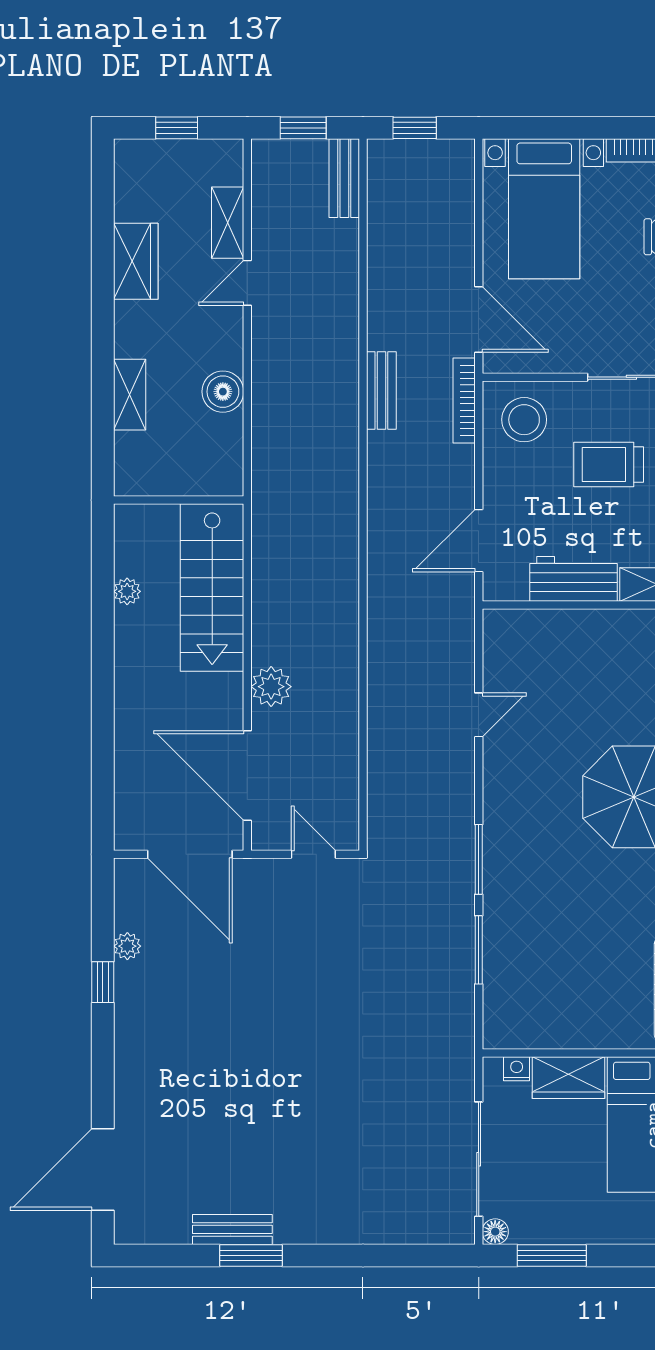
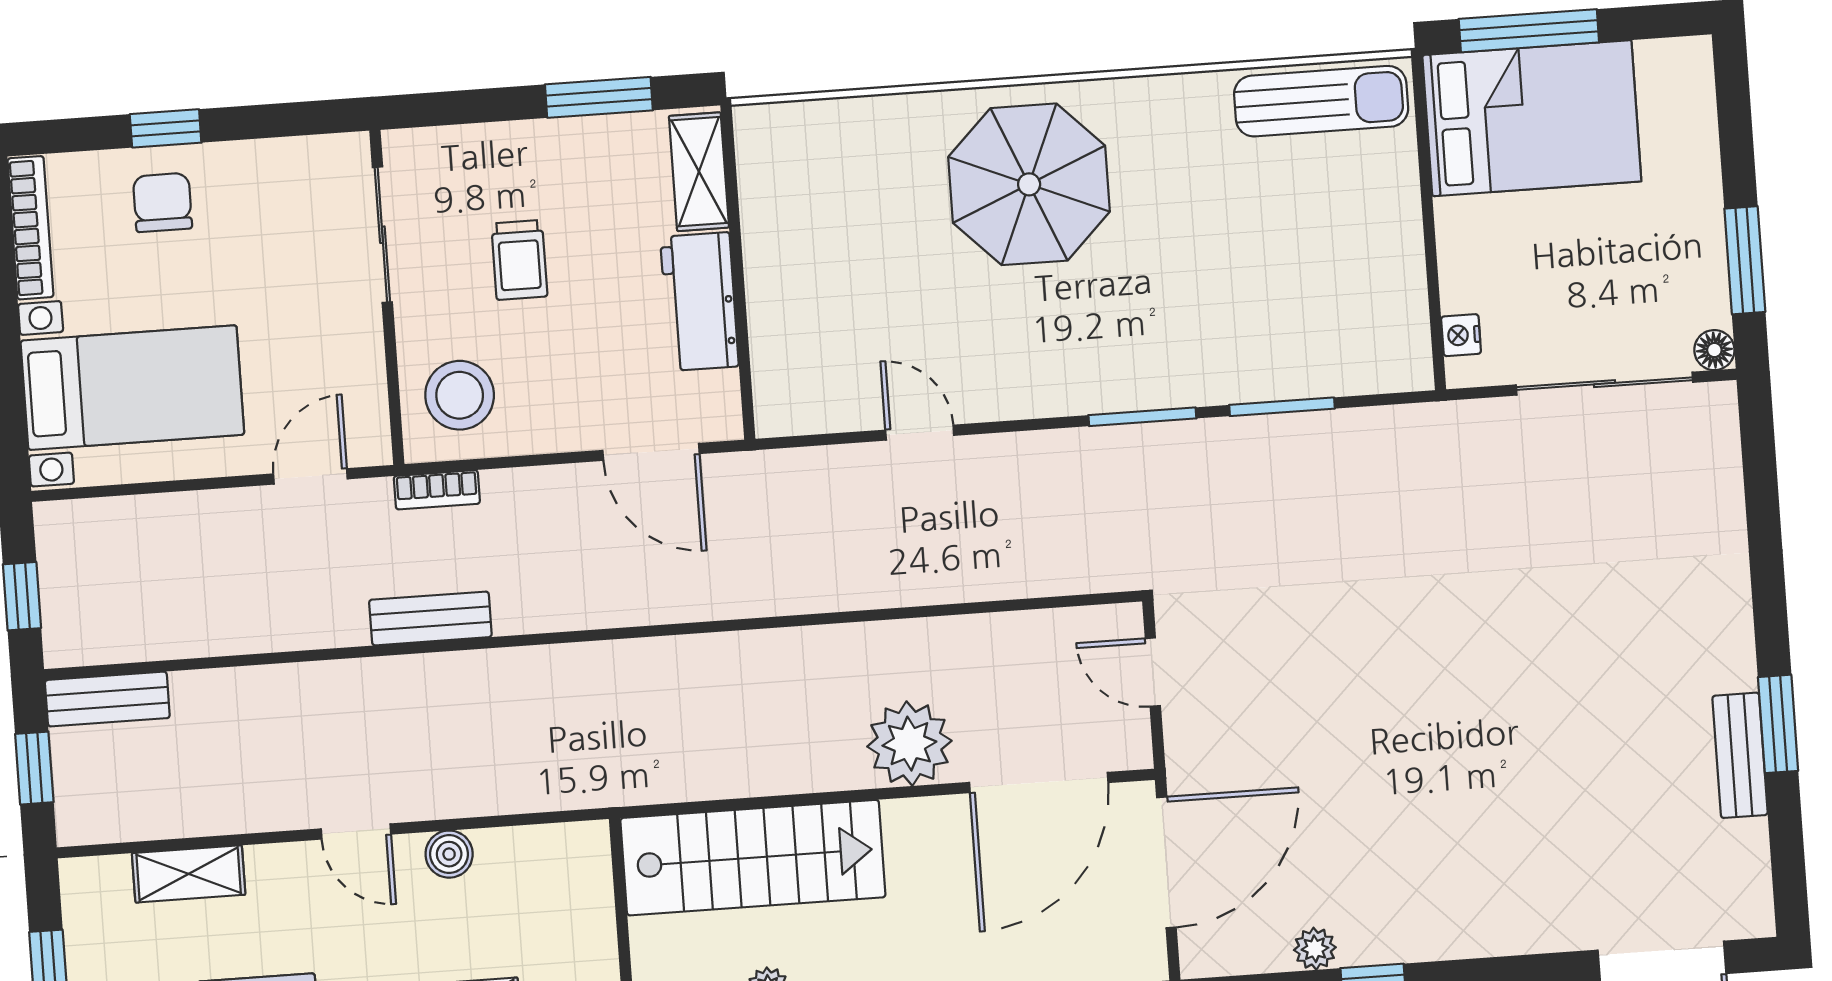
door: (247, 283) -> (356, 831), moved
door: (479, 320) -> (310, 476), width x0.73
boiler: (223, 392) -> (449, 854), width x0.73, depth x0.73
bookcase: (464, 401) -> (437, 490), width x0.64
trolley: (609, 464) -> (519, 260), width x0.73, depth x0.72
plant: (271, 687) -> (909, 744), width x1.36, depth x1.36
door: (313, 854) -> (1153, 672), hinge flipped
wardrobe: (568, 1078) -> (1469, 254), removed

